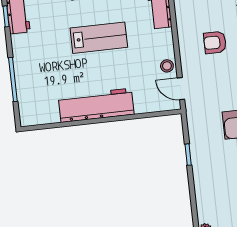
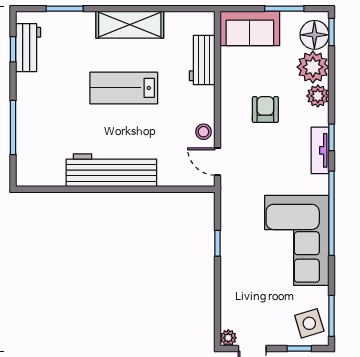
lab bench: (99, 38) -> (124, 88), turned 180
armchair: (215, 42) -> (265, 109), turned 90

